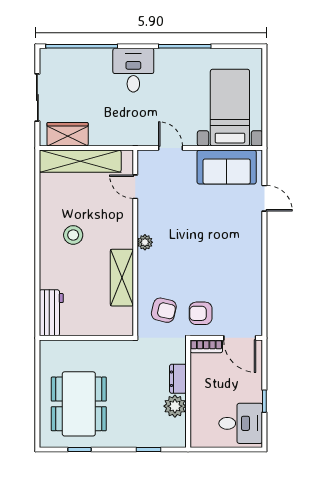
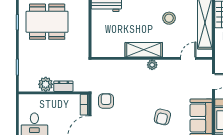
stool: (73, 235) -> (169, 18), moved
shelving: (122, 278) -> (144, 50), moved
armchair: (164, 310) -> (162, 117), moved

